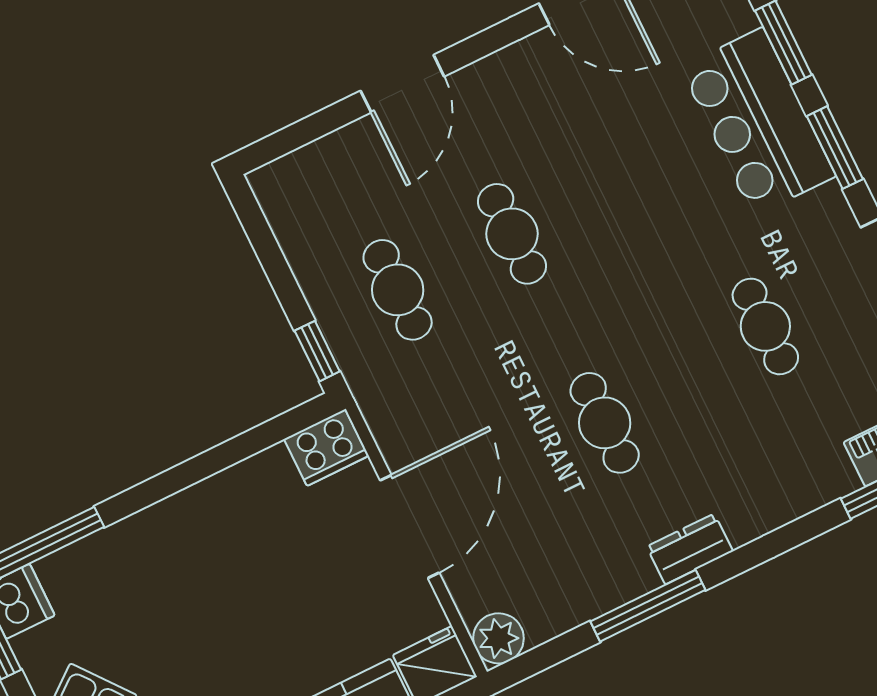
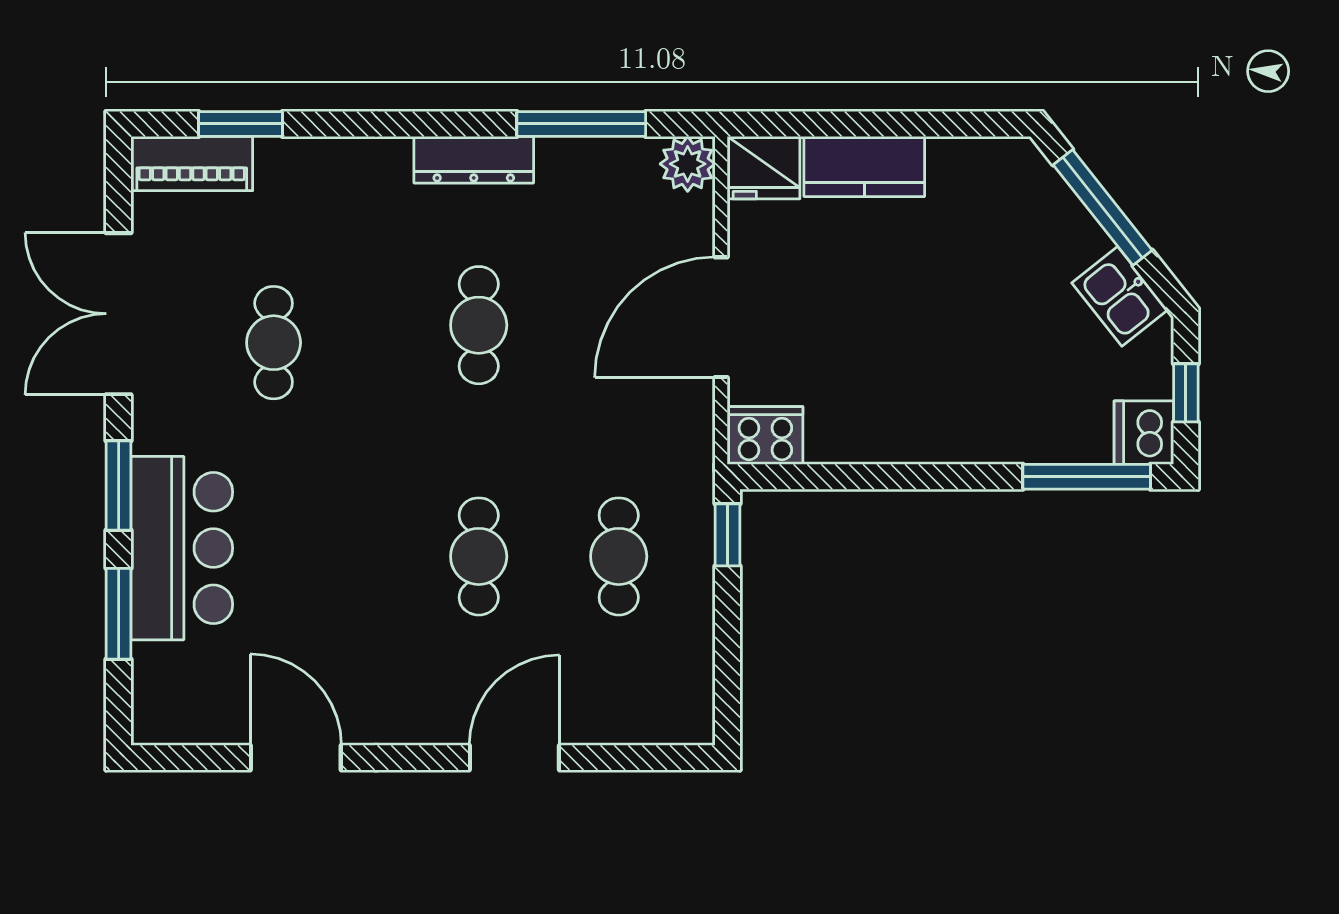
dresser: (690, 549) -> (474, 160), width x1.44
window: (648, 606) -> (581, 124), moved

